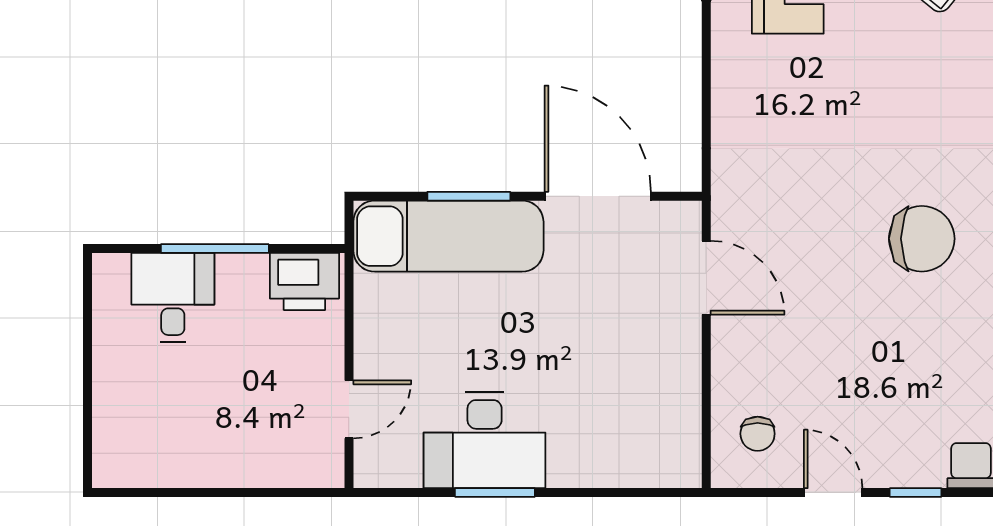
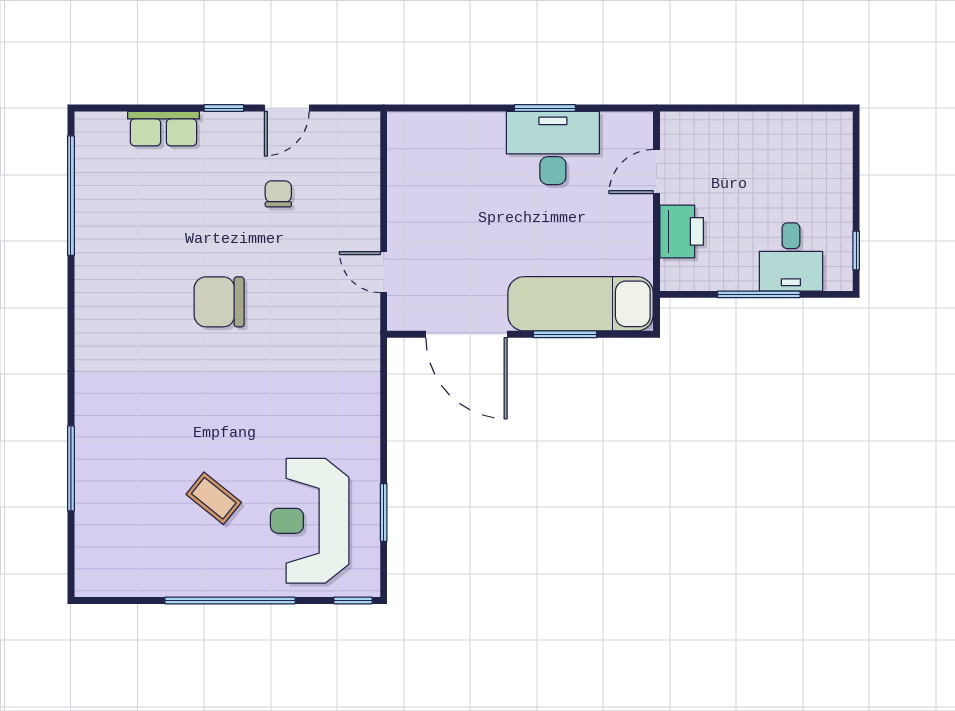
door: (706, 278) -> (384, 272), width x0.73
printer: (304, 281) -> (682, 231), moved, turned 90
window: (87, 306) -> (856, 251), added
chair: (758, 434) -> (278, 194), moved
door: (833, 492) -> (287, 108), hinge flipped

